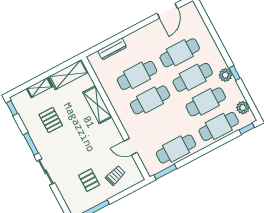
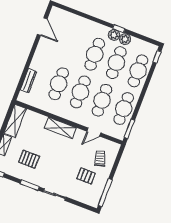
cafe table: (180, 53) -> (102, 100), moved
shelving: (97, 105) -> (60, 128), moved
plant: (243, 108) -> (125, 39), moved

